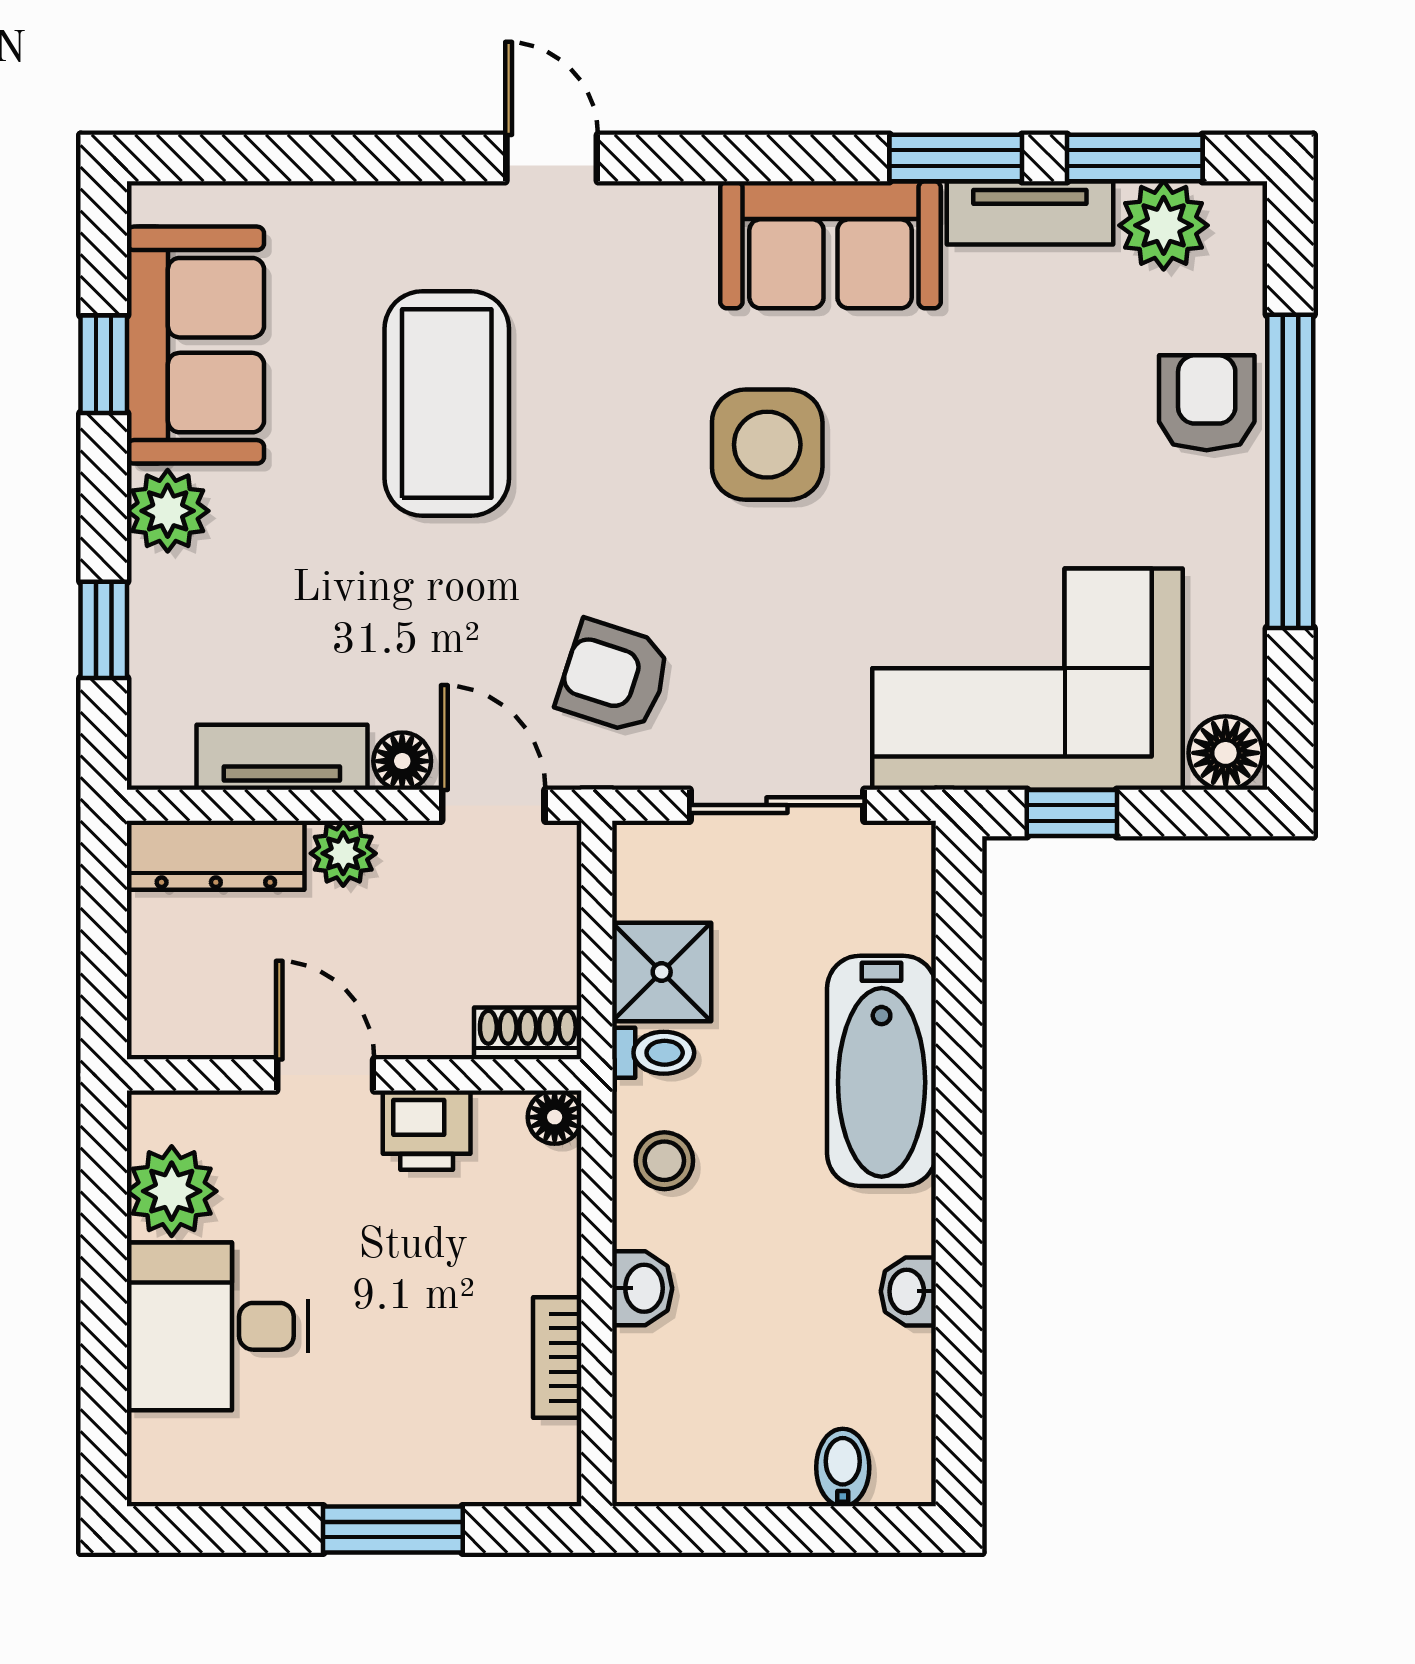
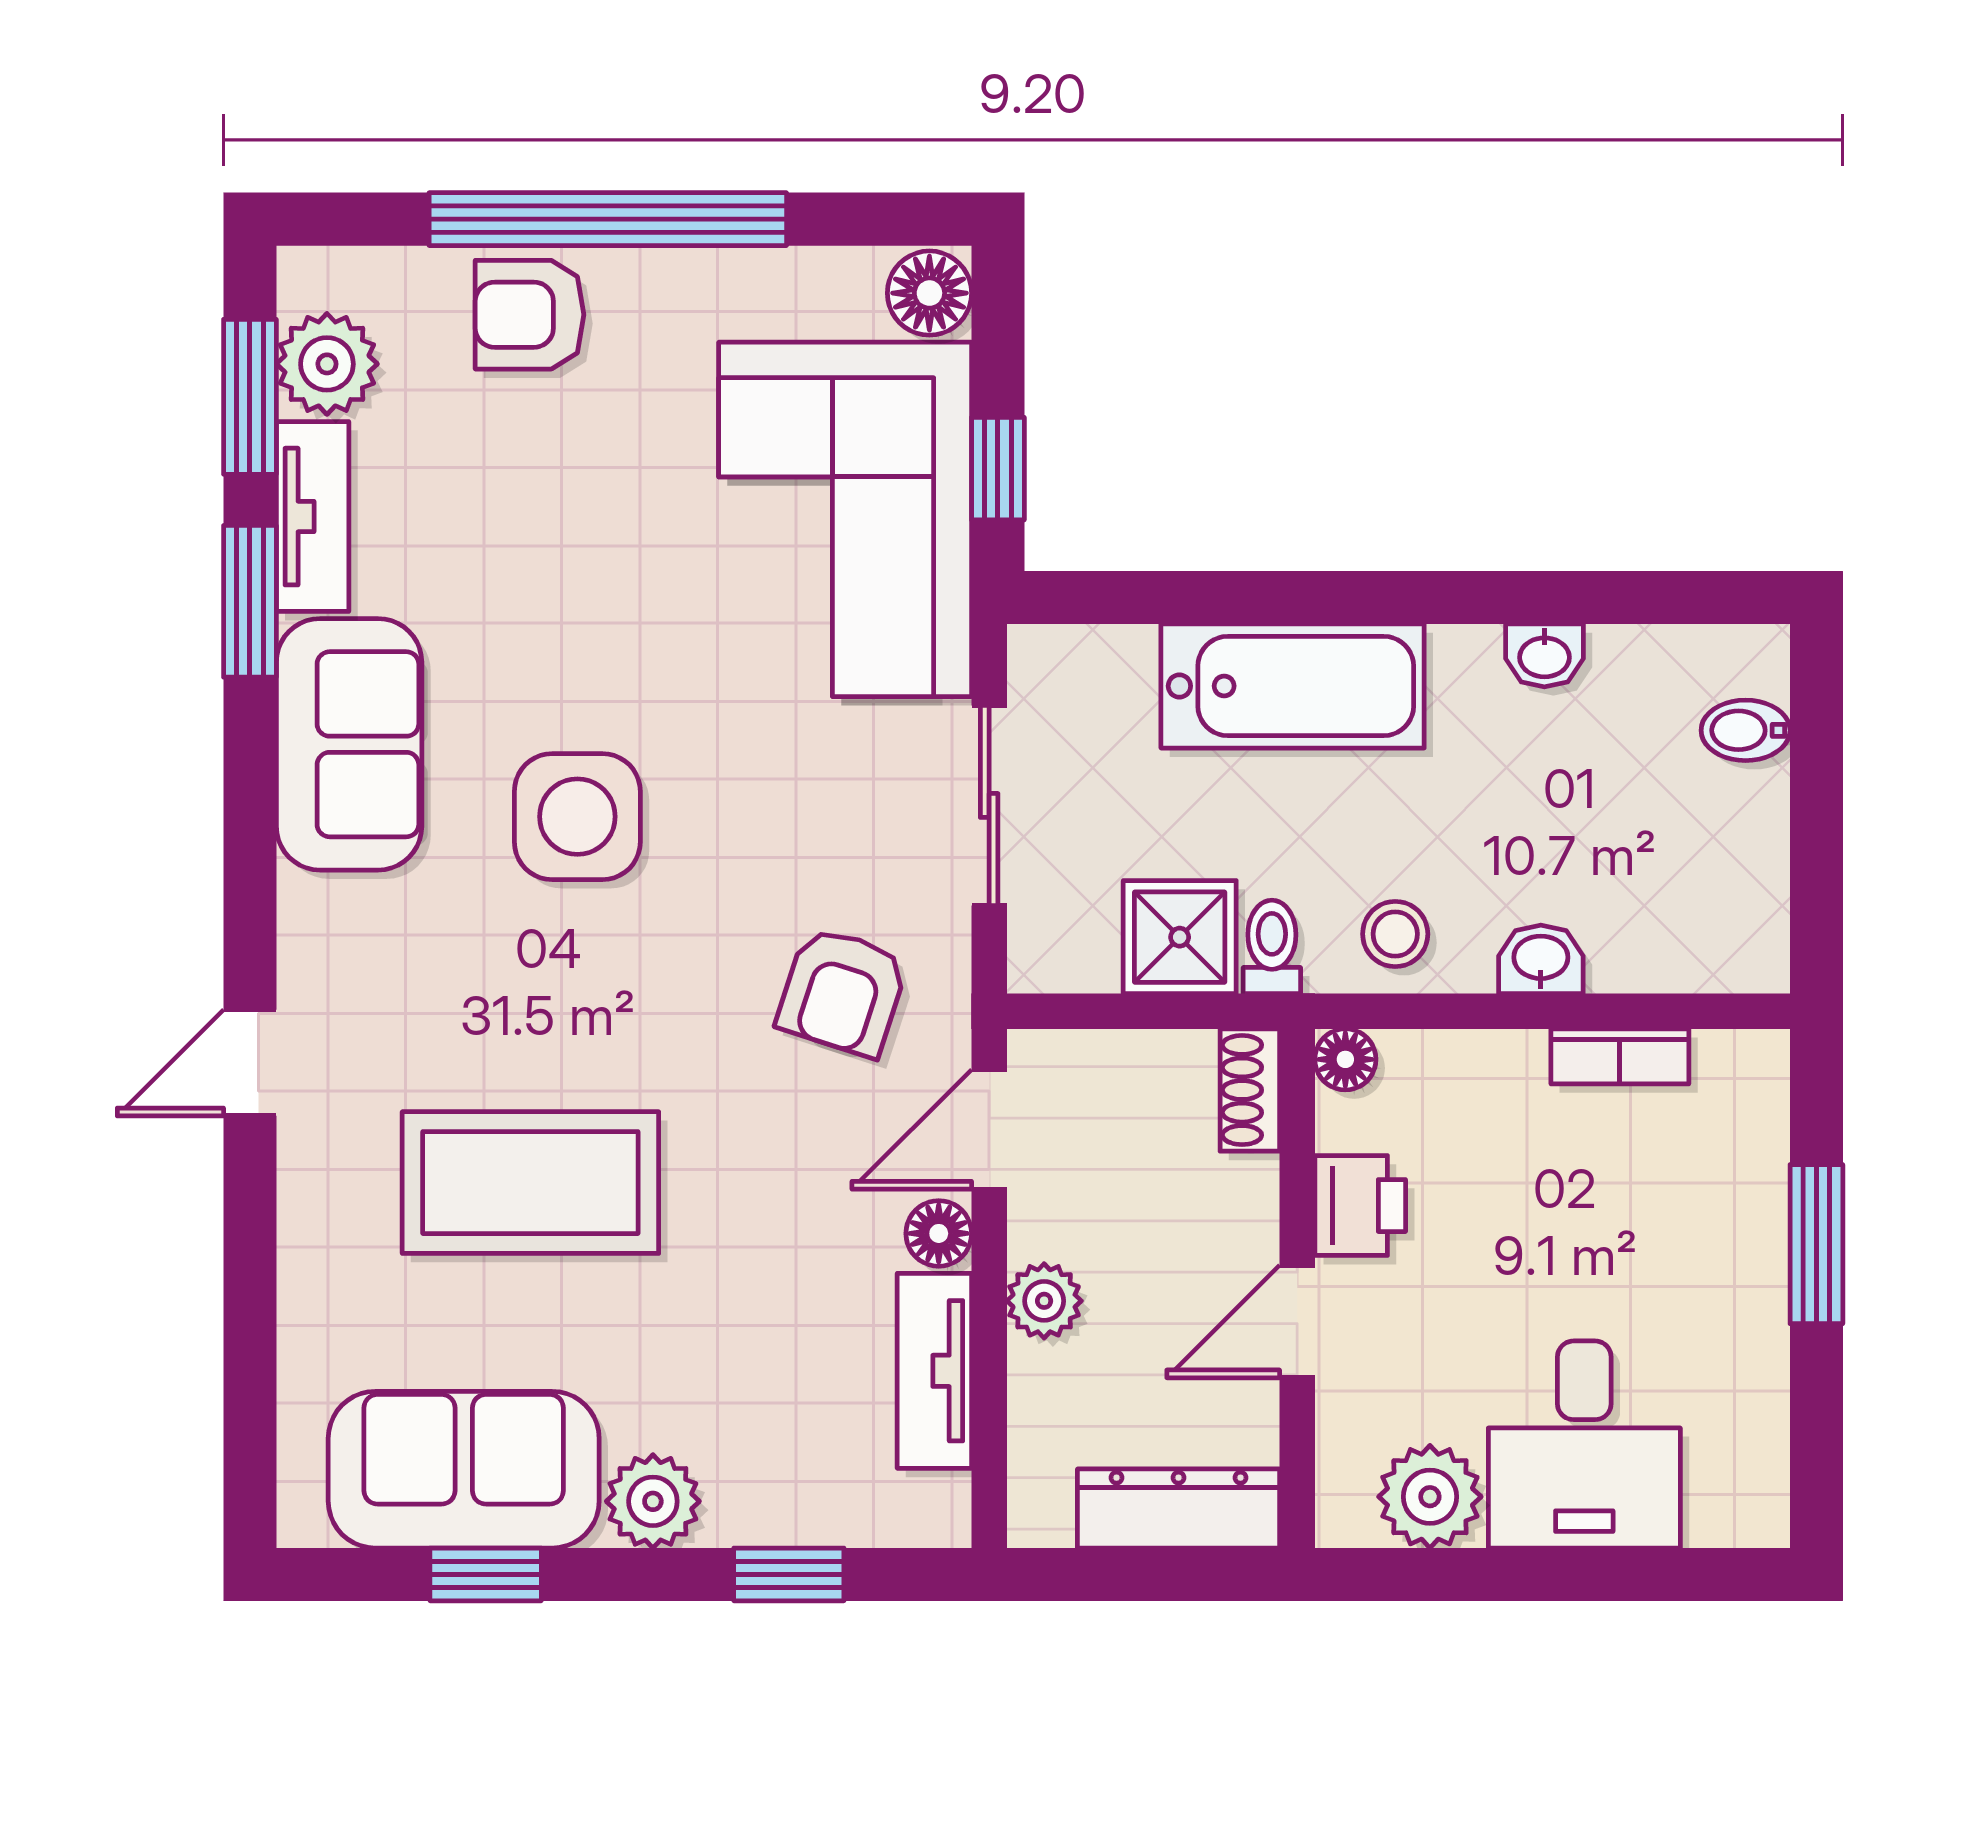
dresser: (216, 855) -> (1178, 1508), moved, turned -90

